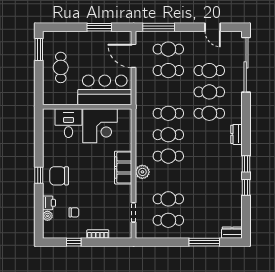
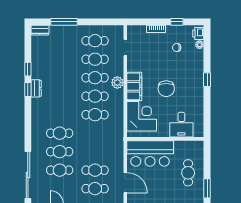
cafe table: (168, 113) -> (95, 78), moved
corner desk: (100, 126) -> (142, 116), moved, turned 90
dresser: (237, 134) -> (36, 88), moved
chair: (59, 176) -> (166, 89), moved, turned 90
printer: (49, 203) -> (198, 33), moved

